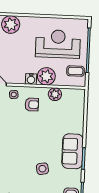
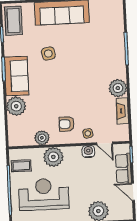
reception desk: (58, 44) -> (44, 194), turned 180
water cooler: (31, 79) -> (88, 151), moved
plant: (75, 124) -> (16, 106), added

